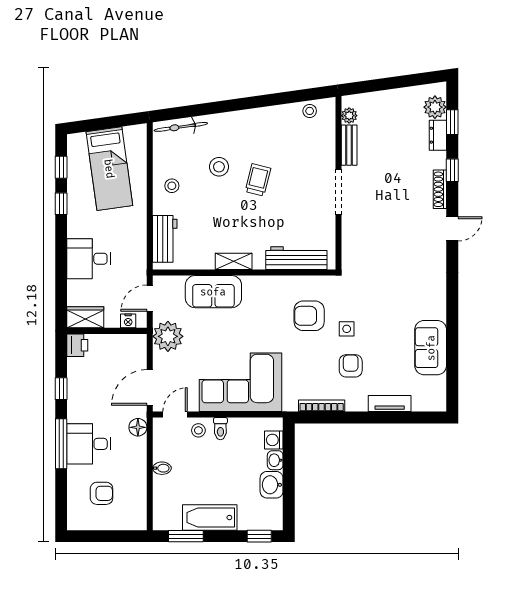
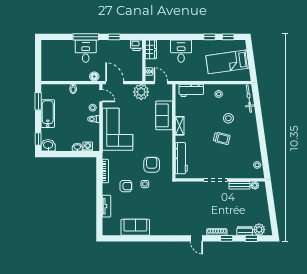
washbasin: (272, 485) -> (48, 145), moved
armchair: (102, 493) -> (60, 58), removed

